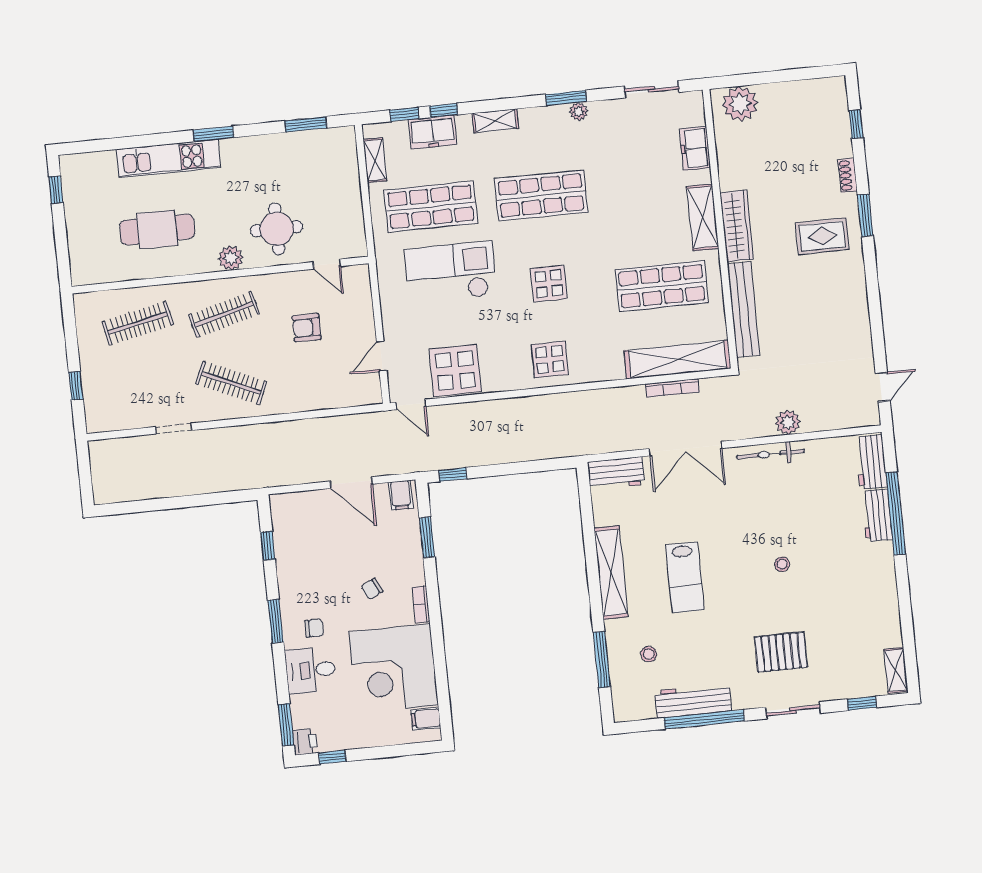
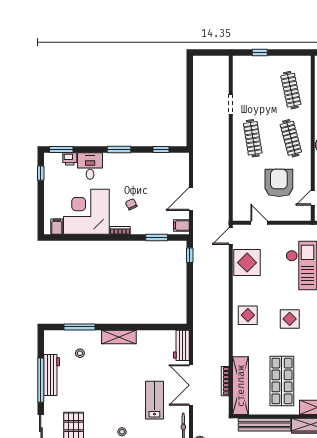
armchair: (307, 328) -> (279, 183), width x1.88, depth x1.88
clothes rail: (231, 383) -> (253, 138), turned -33
shelving: (611, 573) -> (119, 337), width x0.68
lab bench: (685, 577) -> (154, 400), moved, turned 90
chair: (314, 628) -> (113, 170), removed
printer: (305, 742) -> (70, 159), moved

